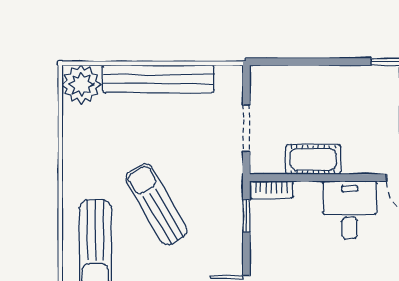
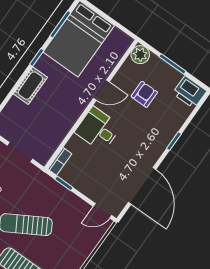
cot: (313, 160) -> (30, 86), moved

